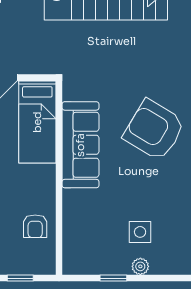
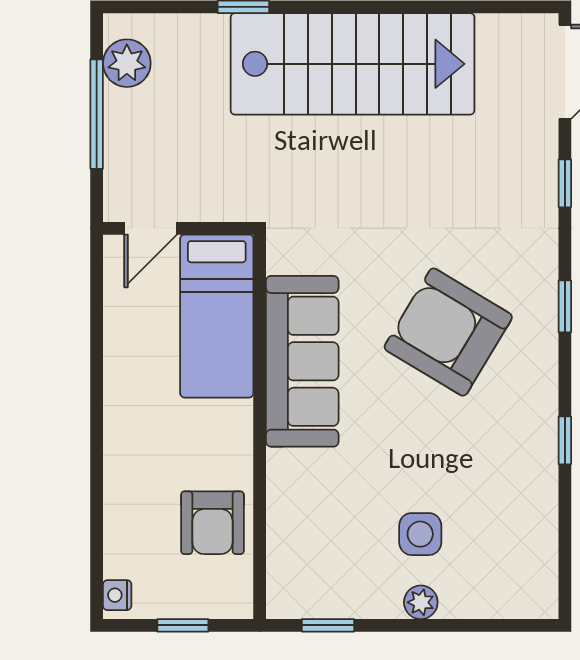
armchair: (35, 226) -> (212, 523), width x1.38, depth x1.38
window: (113, 278) -> (328, 625), moved

